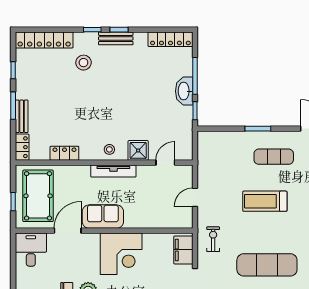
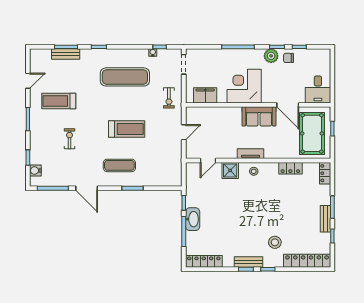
bench: (22, 116) -> (325, 219), moved
tv unit: (113, 171) -> (250, 154), width x0.71
door: (68, 231) -> (288, 105), hinge flipped
filing cabinet: (183, 250) -> (205, 95), moved, turned -90

